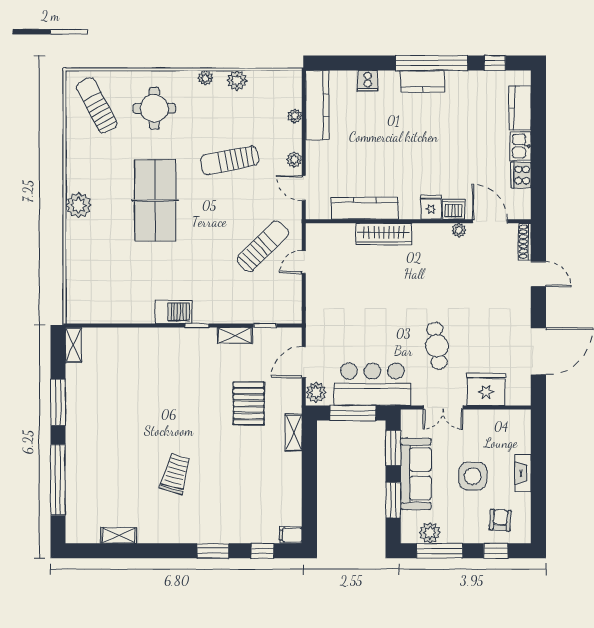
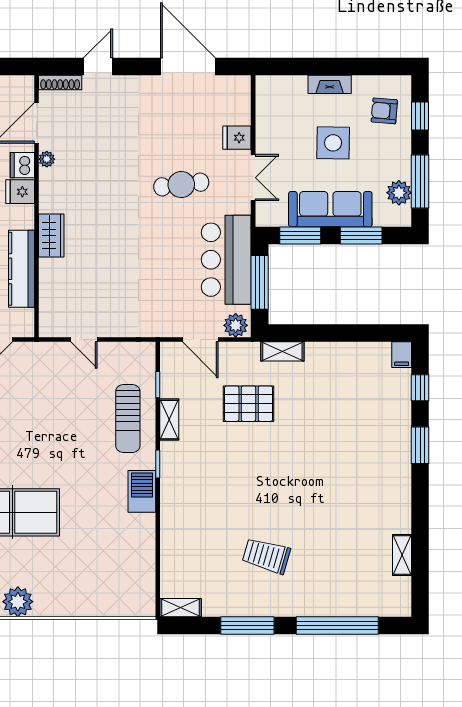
wardrobe: (384, 234) -> (51, 236), width x0.67
sun lounger: (263, 246) -> (128, 419), moved, turned -135
fridge: (486, 389) -> (237, 138), width x0.53, depth x0.75
trolley: (176, 474) -> (266, 556), moved

